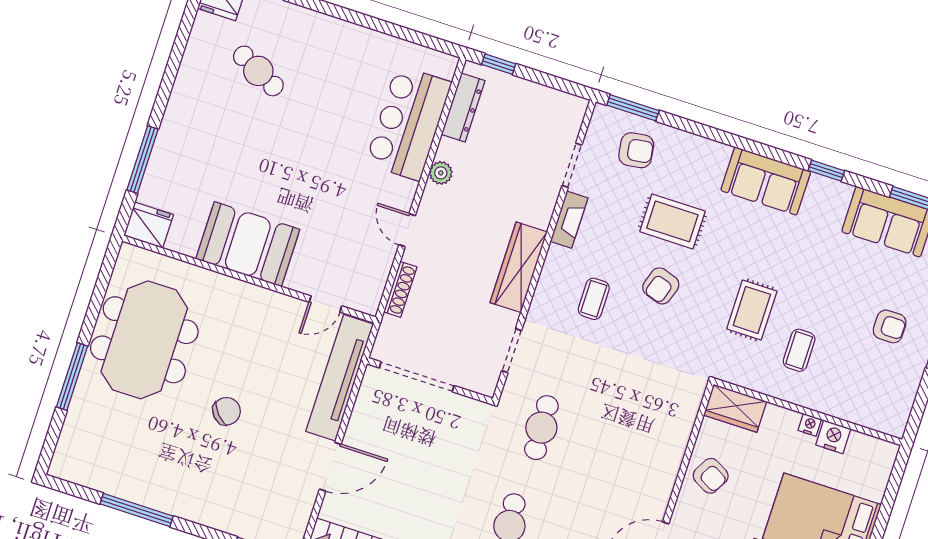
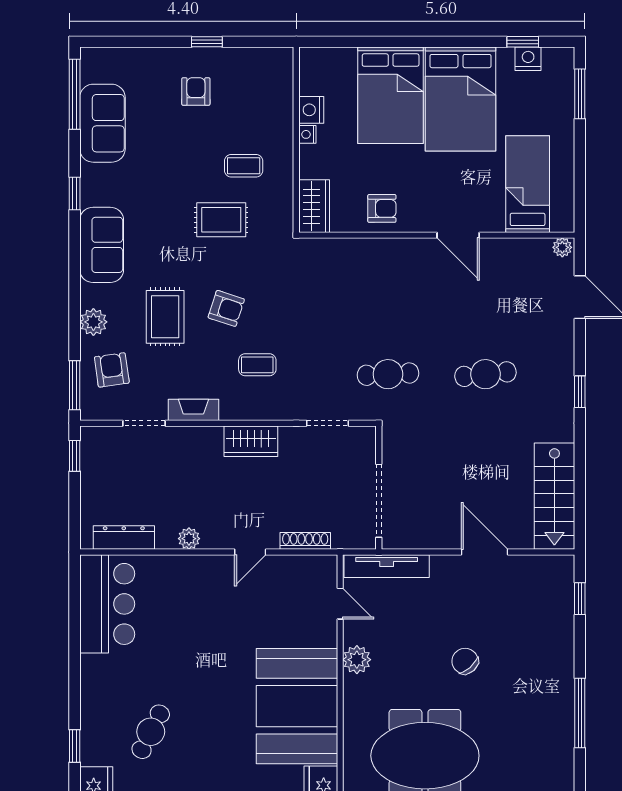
window: (499, 64) -> (75, 456), moved
bar counter: (408, 123) -> (107, 604), moved, turned -90
plant: (691, 148) -> (93, 322), added
booth: (248, 244) -> (297, 706), width x1.36, depth x1.42
wardrobe: (519, 267) -> (251, 441), width x0.67
plant: (264, 303) -> (357, 660), added
tv unit: (340, 378) -> (387, 566), width x0.73, depth x0.78
armchair: (711, 476) -> (382, 208), turned 61

